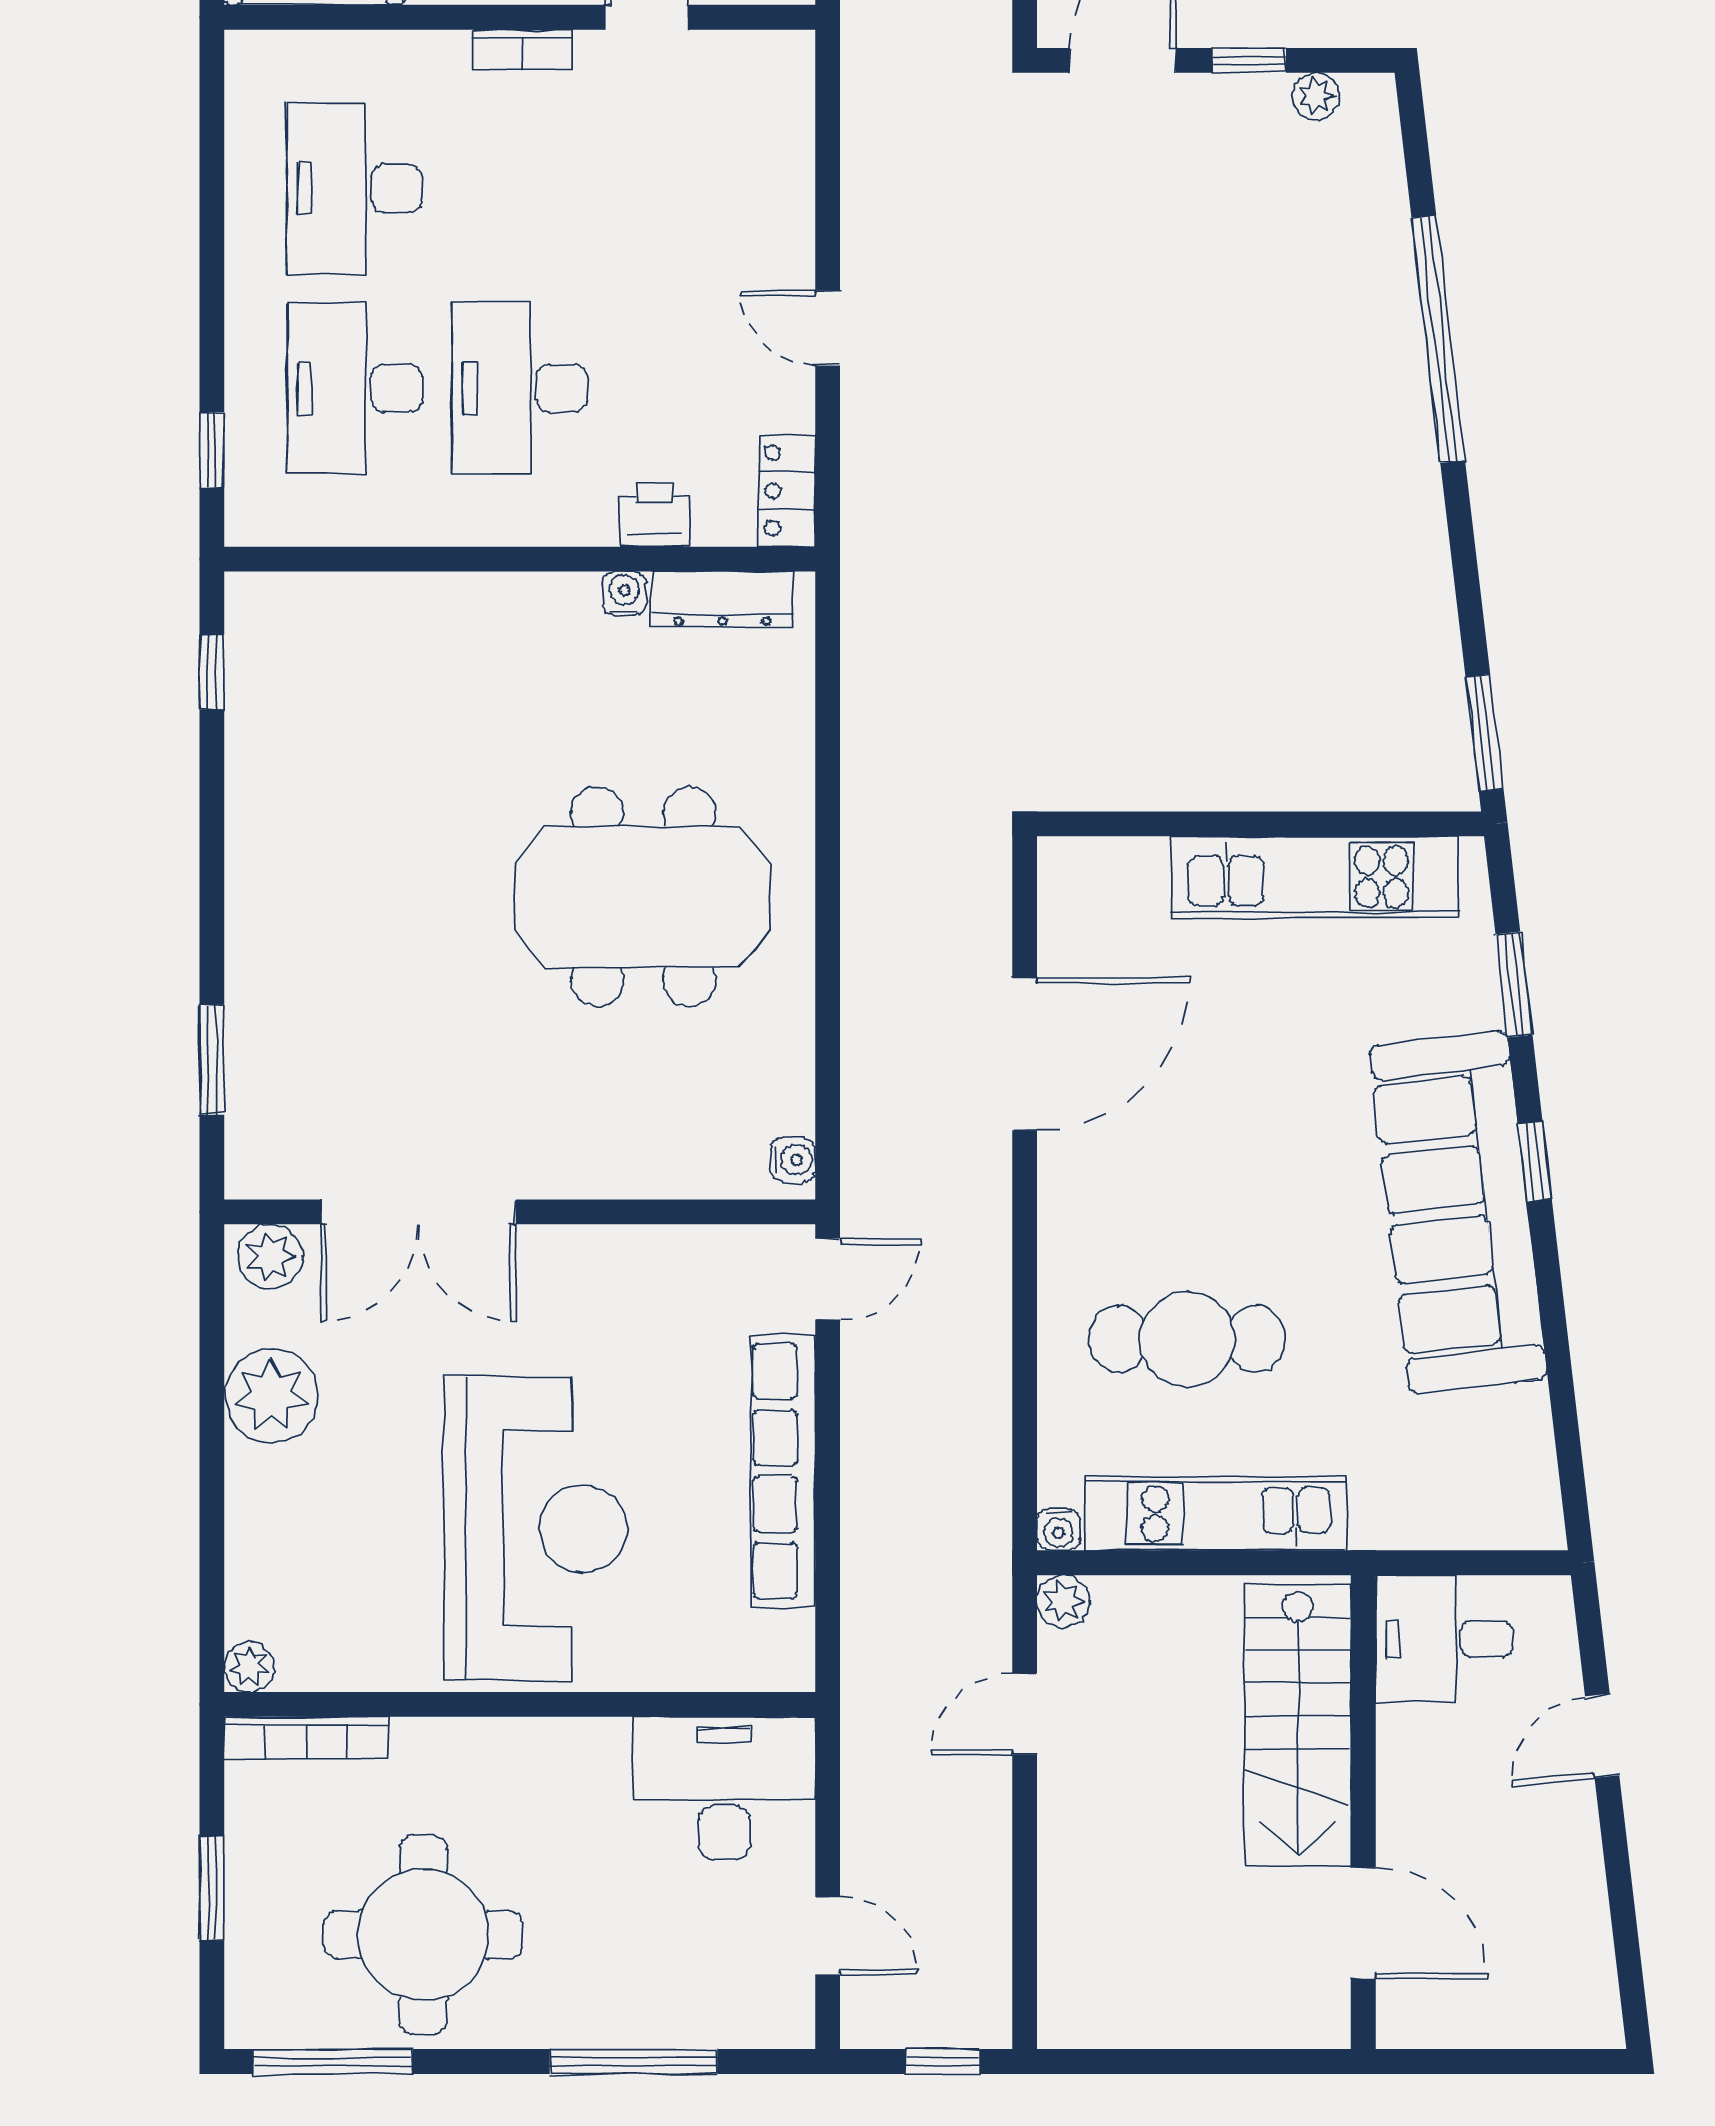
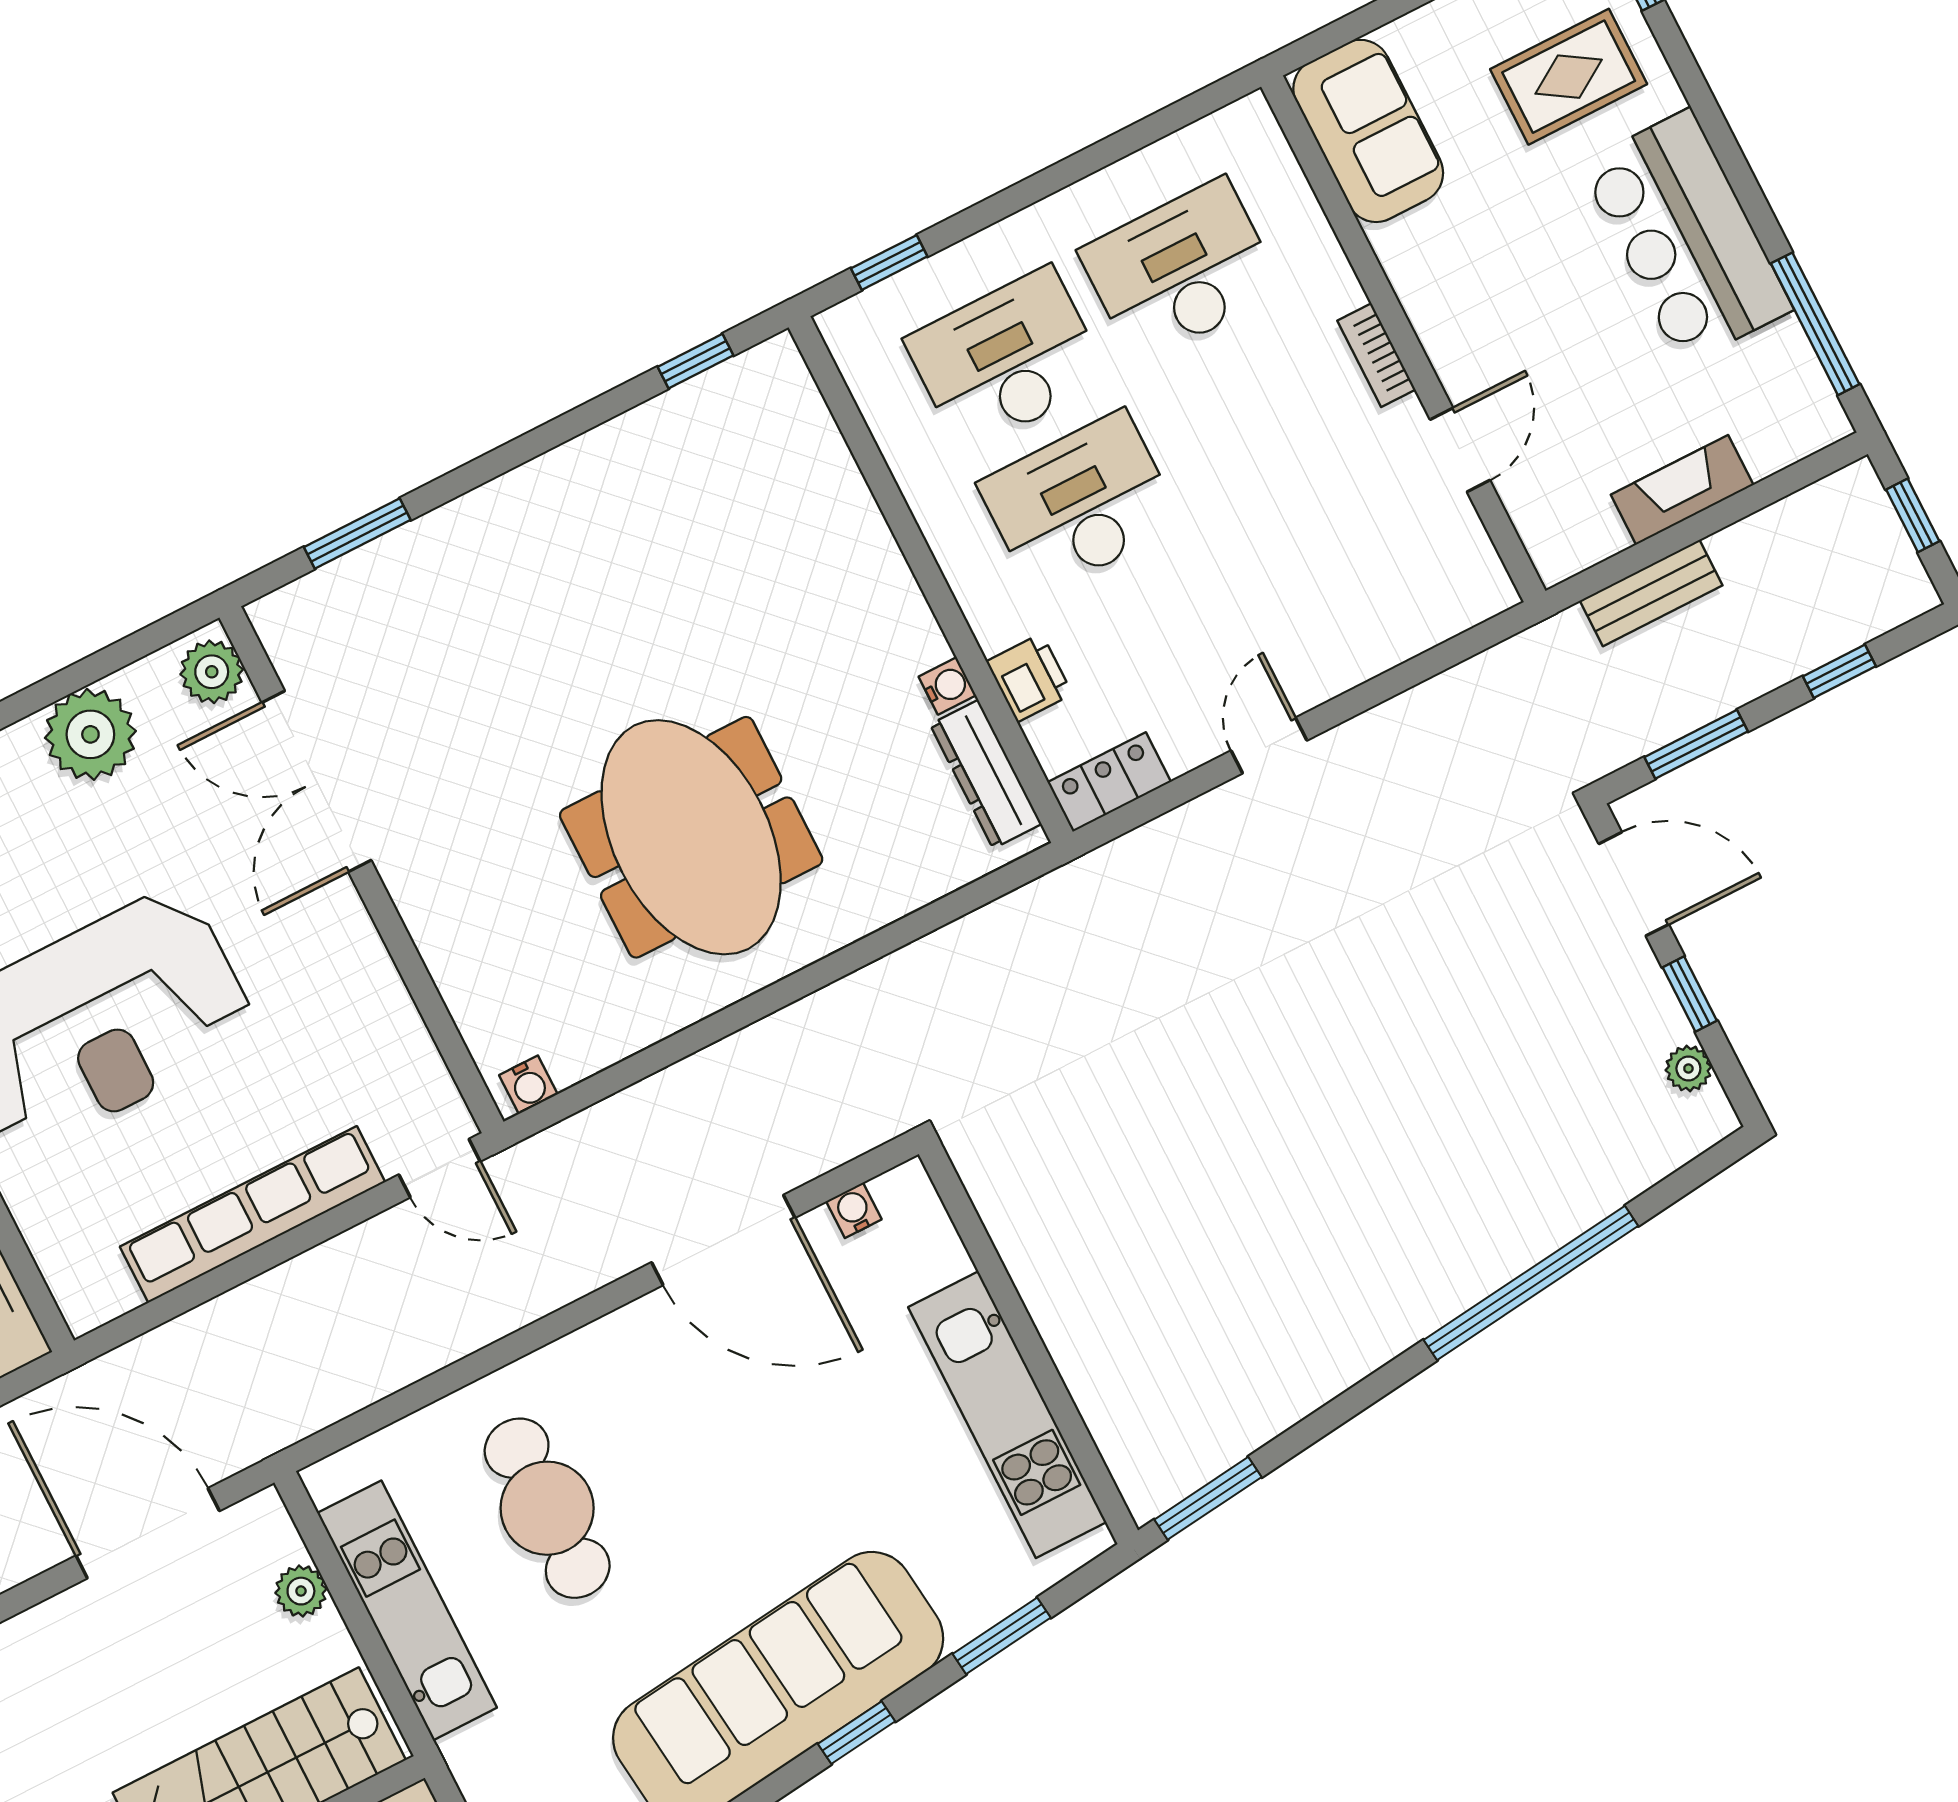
water cooler: (1059, 1529) -> (854, 1210), moved, turned 90
plant: (1063, 1601) -> (301, 1591), moved
door: (1025, 1714) -> (148, 1533), width x1.88

